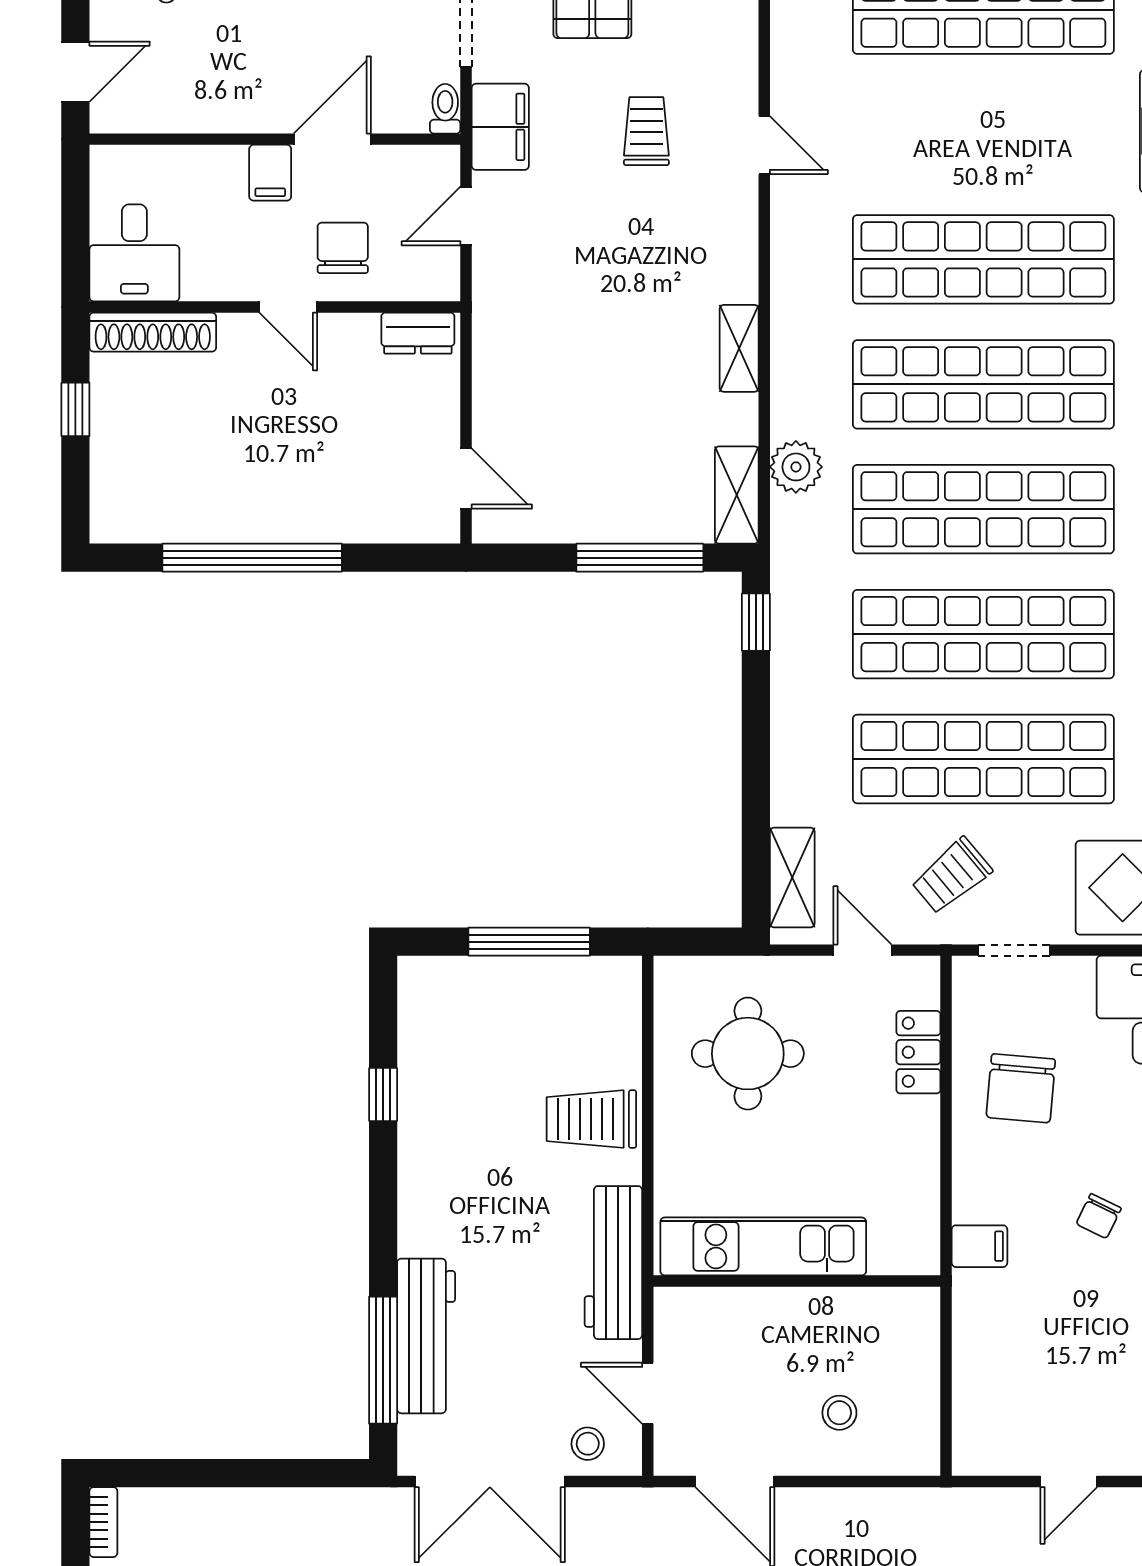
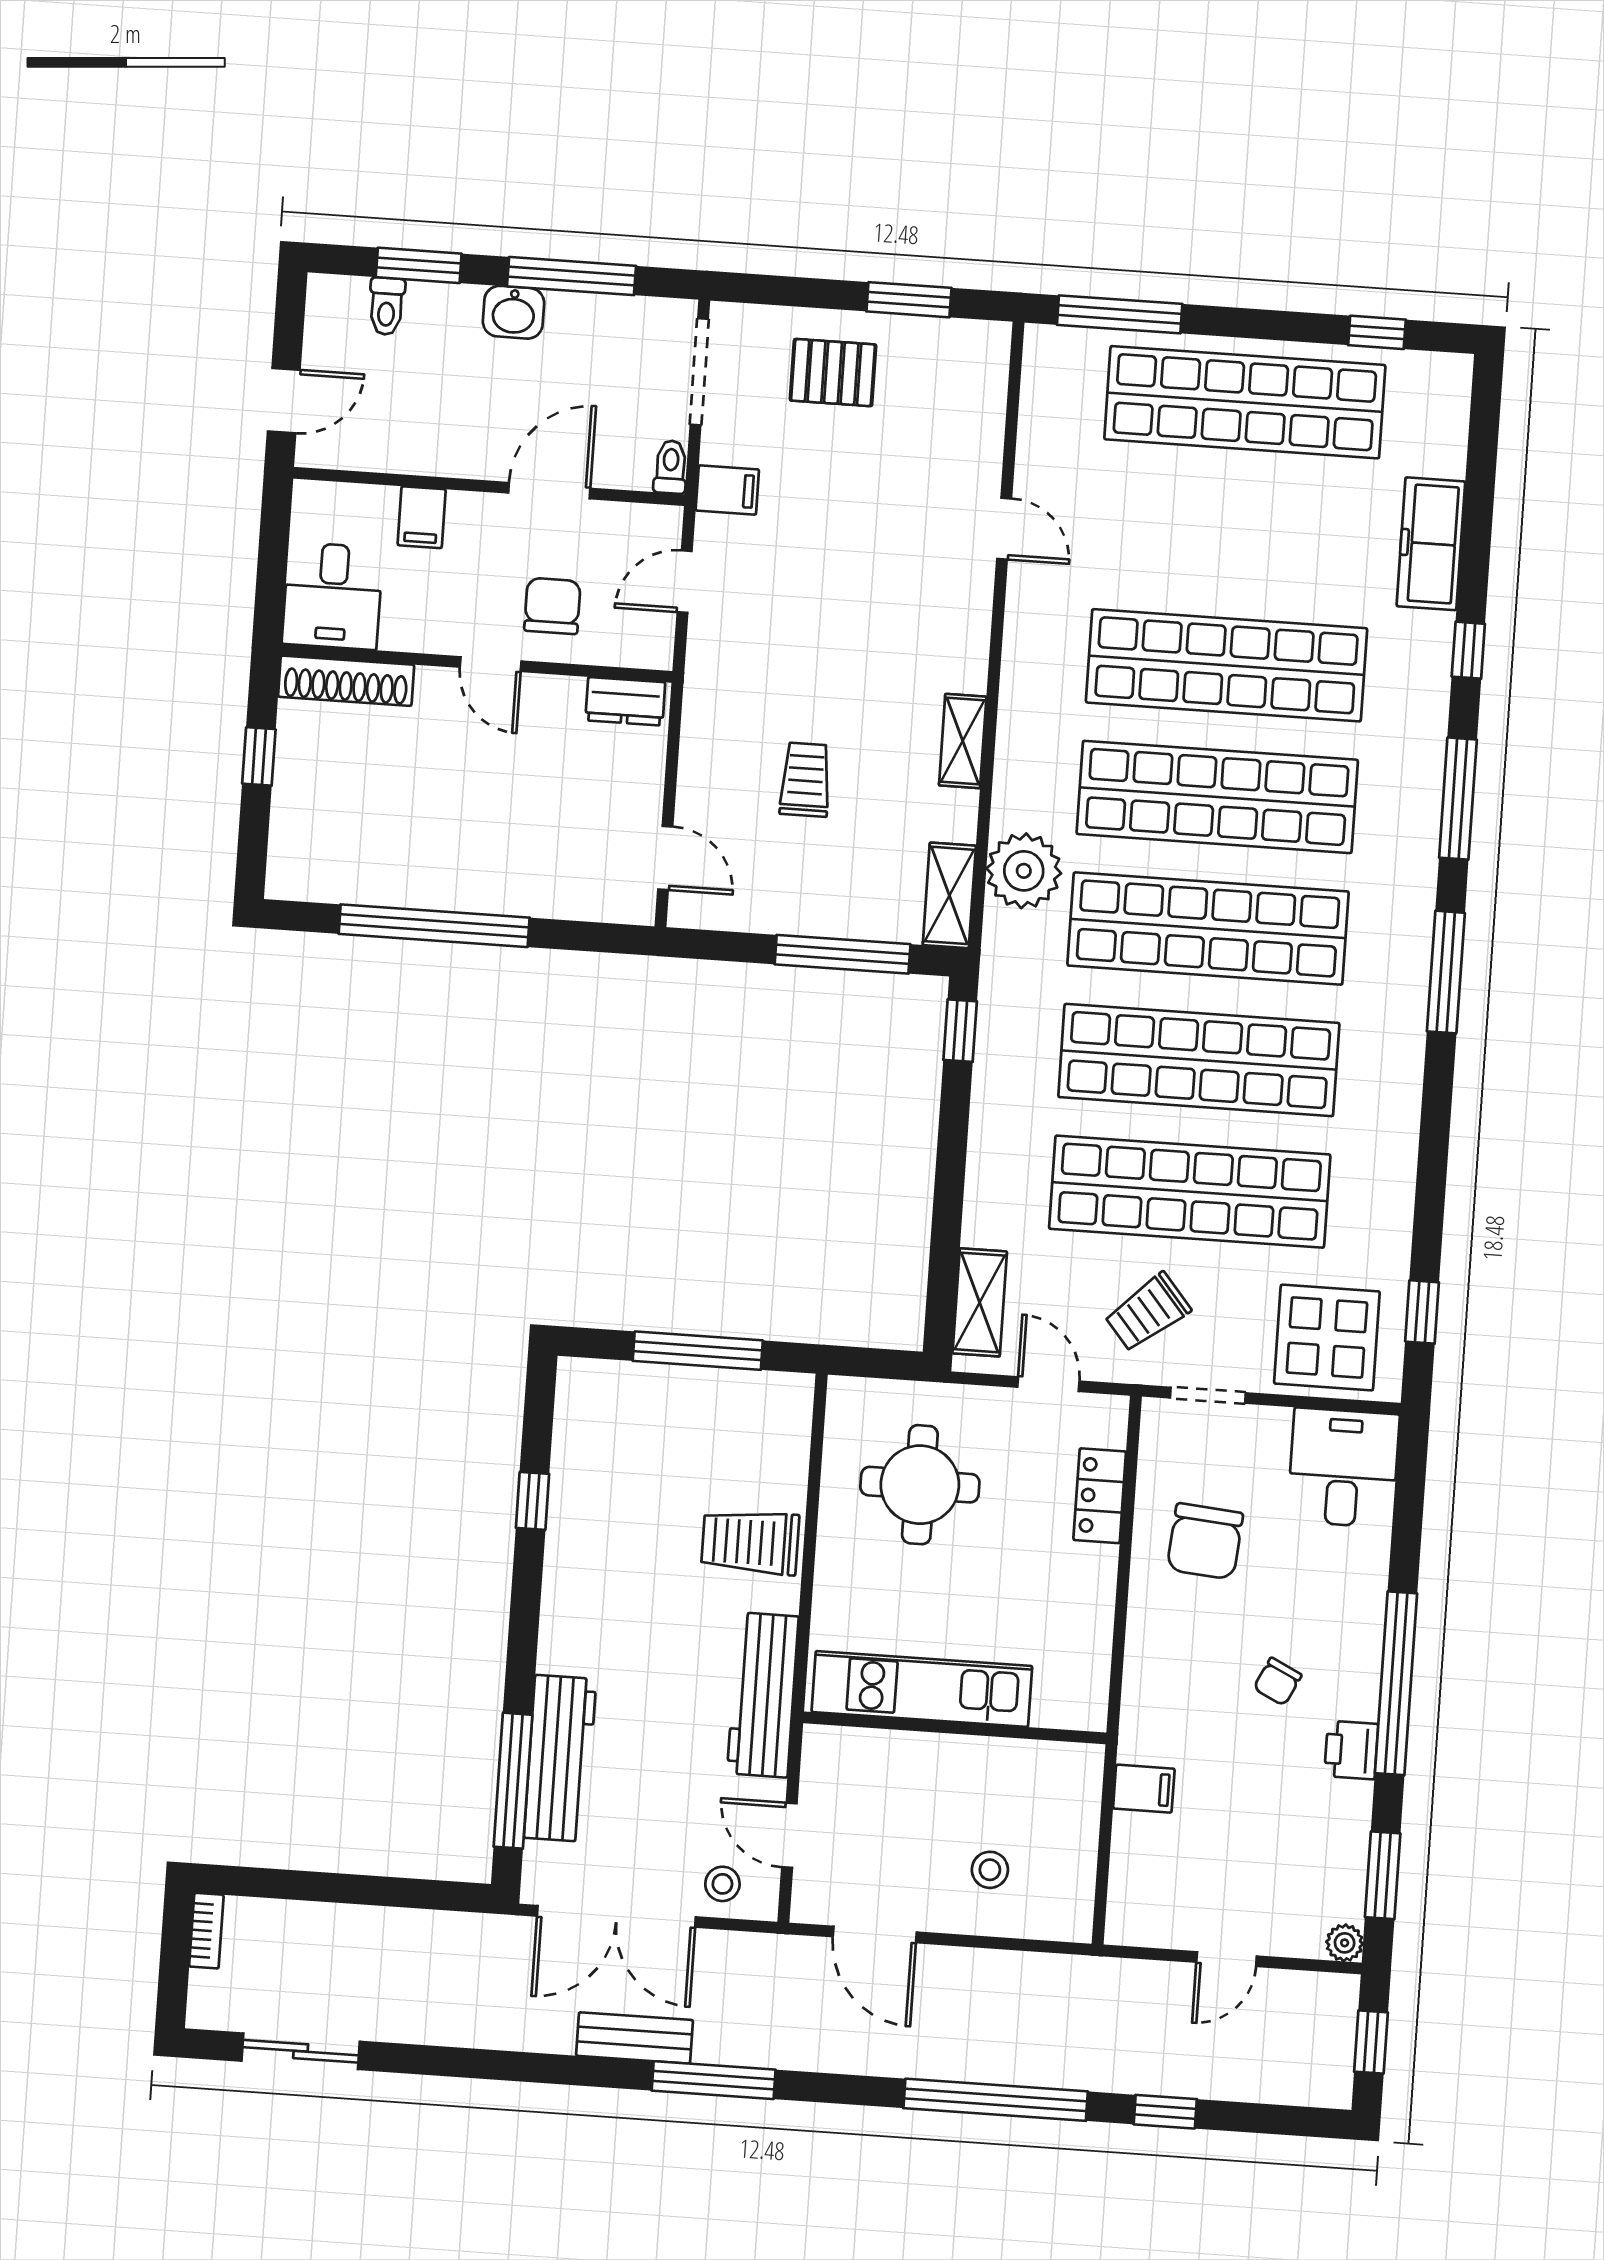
filing cabinet: (500, 127) -> (727, 490), width x0.50
trolley: (646, 131) -> (805, 780), moved
filing cabinet: (270, 173) -> (422, 517), moved
plant: (796, 467) -> (1024, 871), width x1.36, depth x1.36
filing cabinet: (979, 1246) -> (1144, 1789), moved

